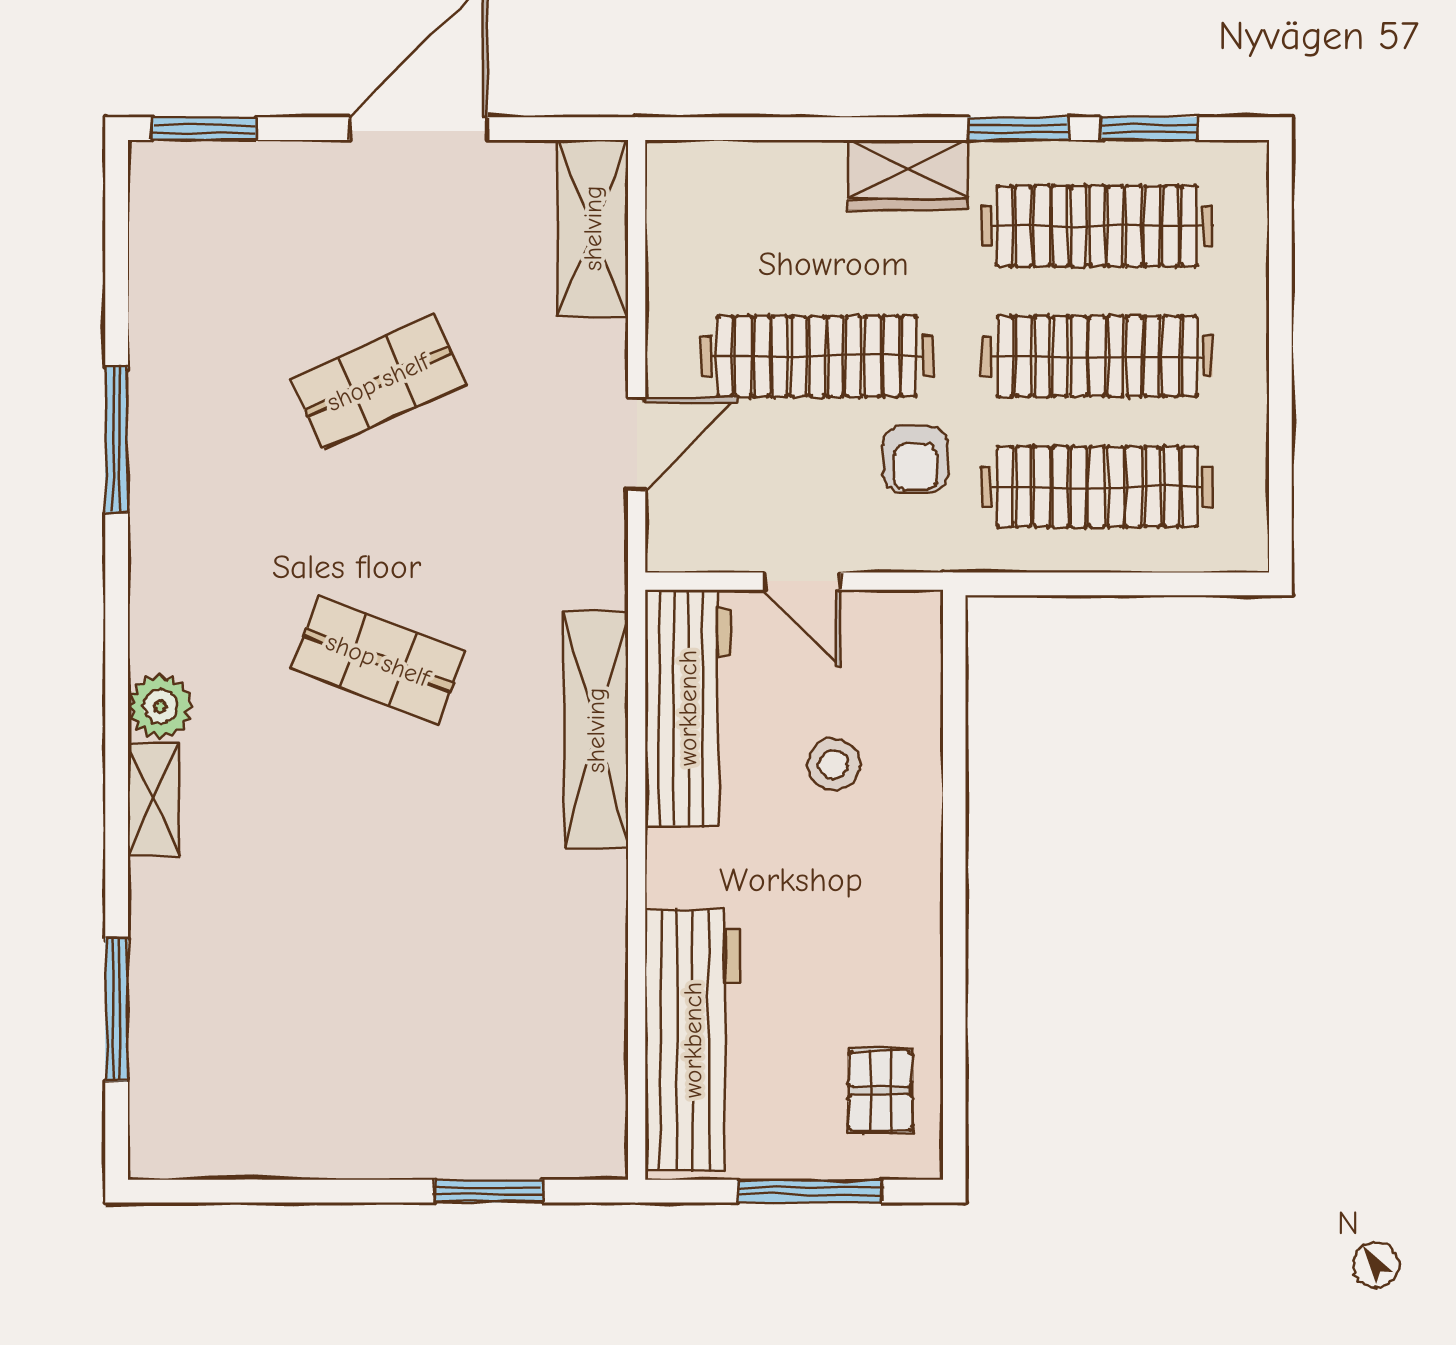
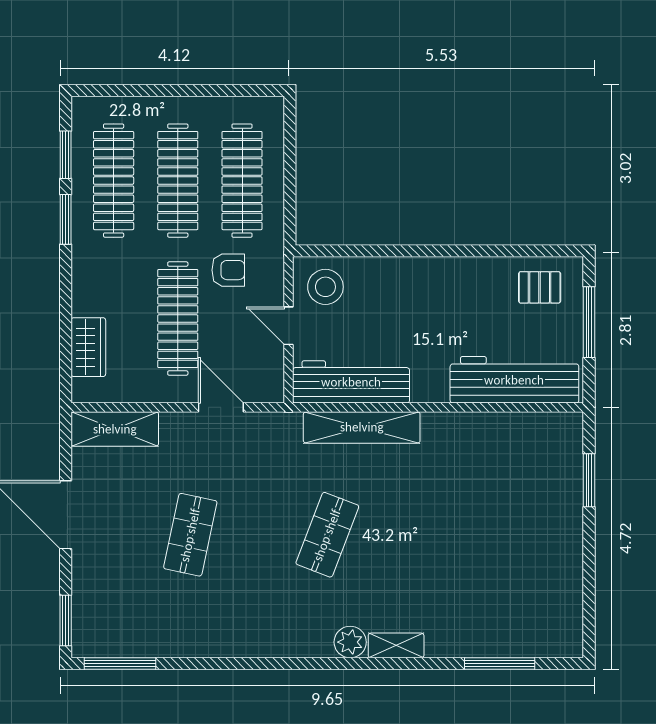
wardrobe: (908, 175) -> (88, 347), moved
shop shelf: (378, 382) -> (190, 535), turned 36
window: (117, 440) -> (120, 663), moved
door: (802, 581) -> (289, 326), swing flipped
stool: (834, 765) -> (325, 287), moved, width x1.38, depth x1.38

